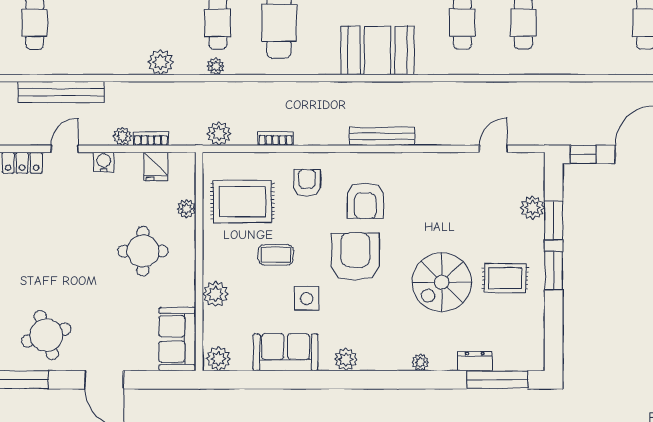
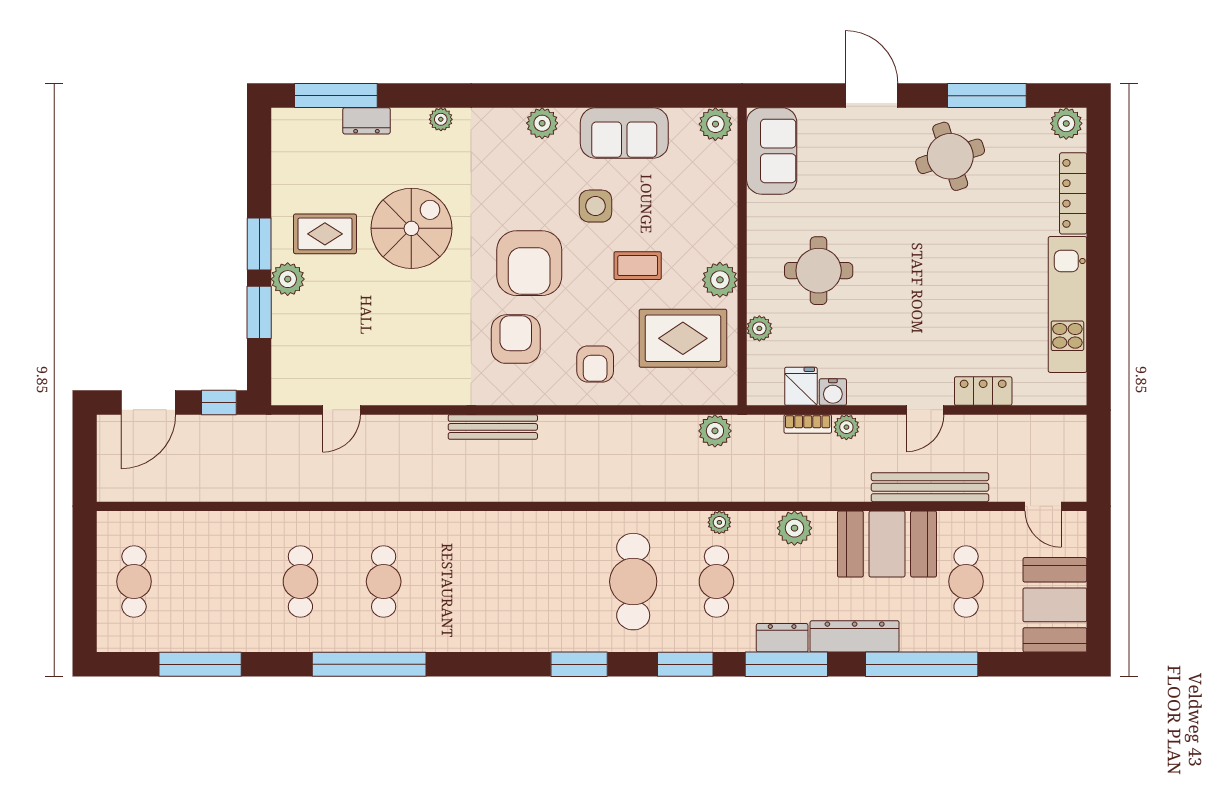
booth: (378, 50) -> (887, 544), moved
bookcase: (276, 138) -> (638, 424), removed
water cooler: (104, 162) -> (833, 392), moved
plant: (533, 208) -> (288, 279), moved
plant: (215, 294) -> (720, 280), moved

